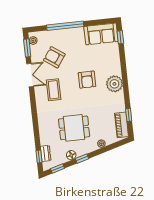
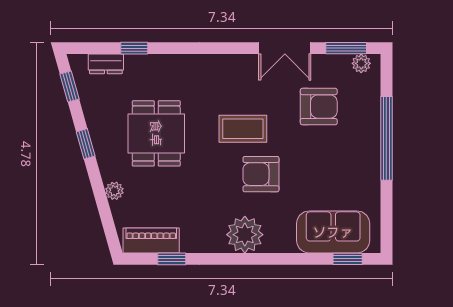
sofa: (101, 34) -> (333, 232), moved, turned 90
armchair: (54, 57) -> (319, 107), turned 55
coffee table: (54, 90) -> (243, 129), moved
floor lamp: (71, 155) -> (96, 120), removed
window: (39, 157) -> (134, 48), moved

